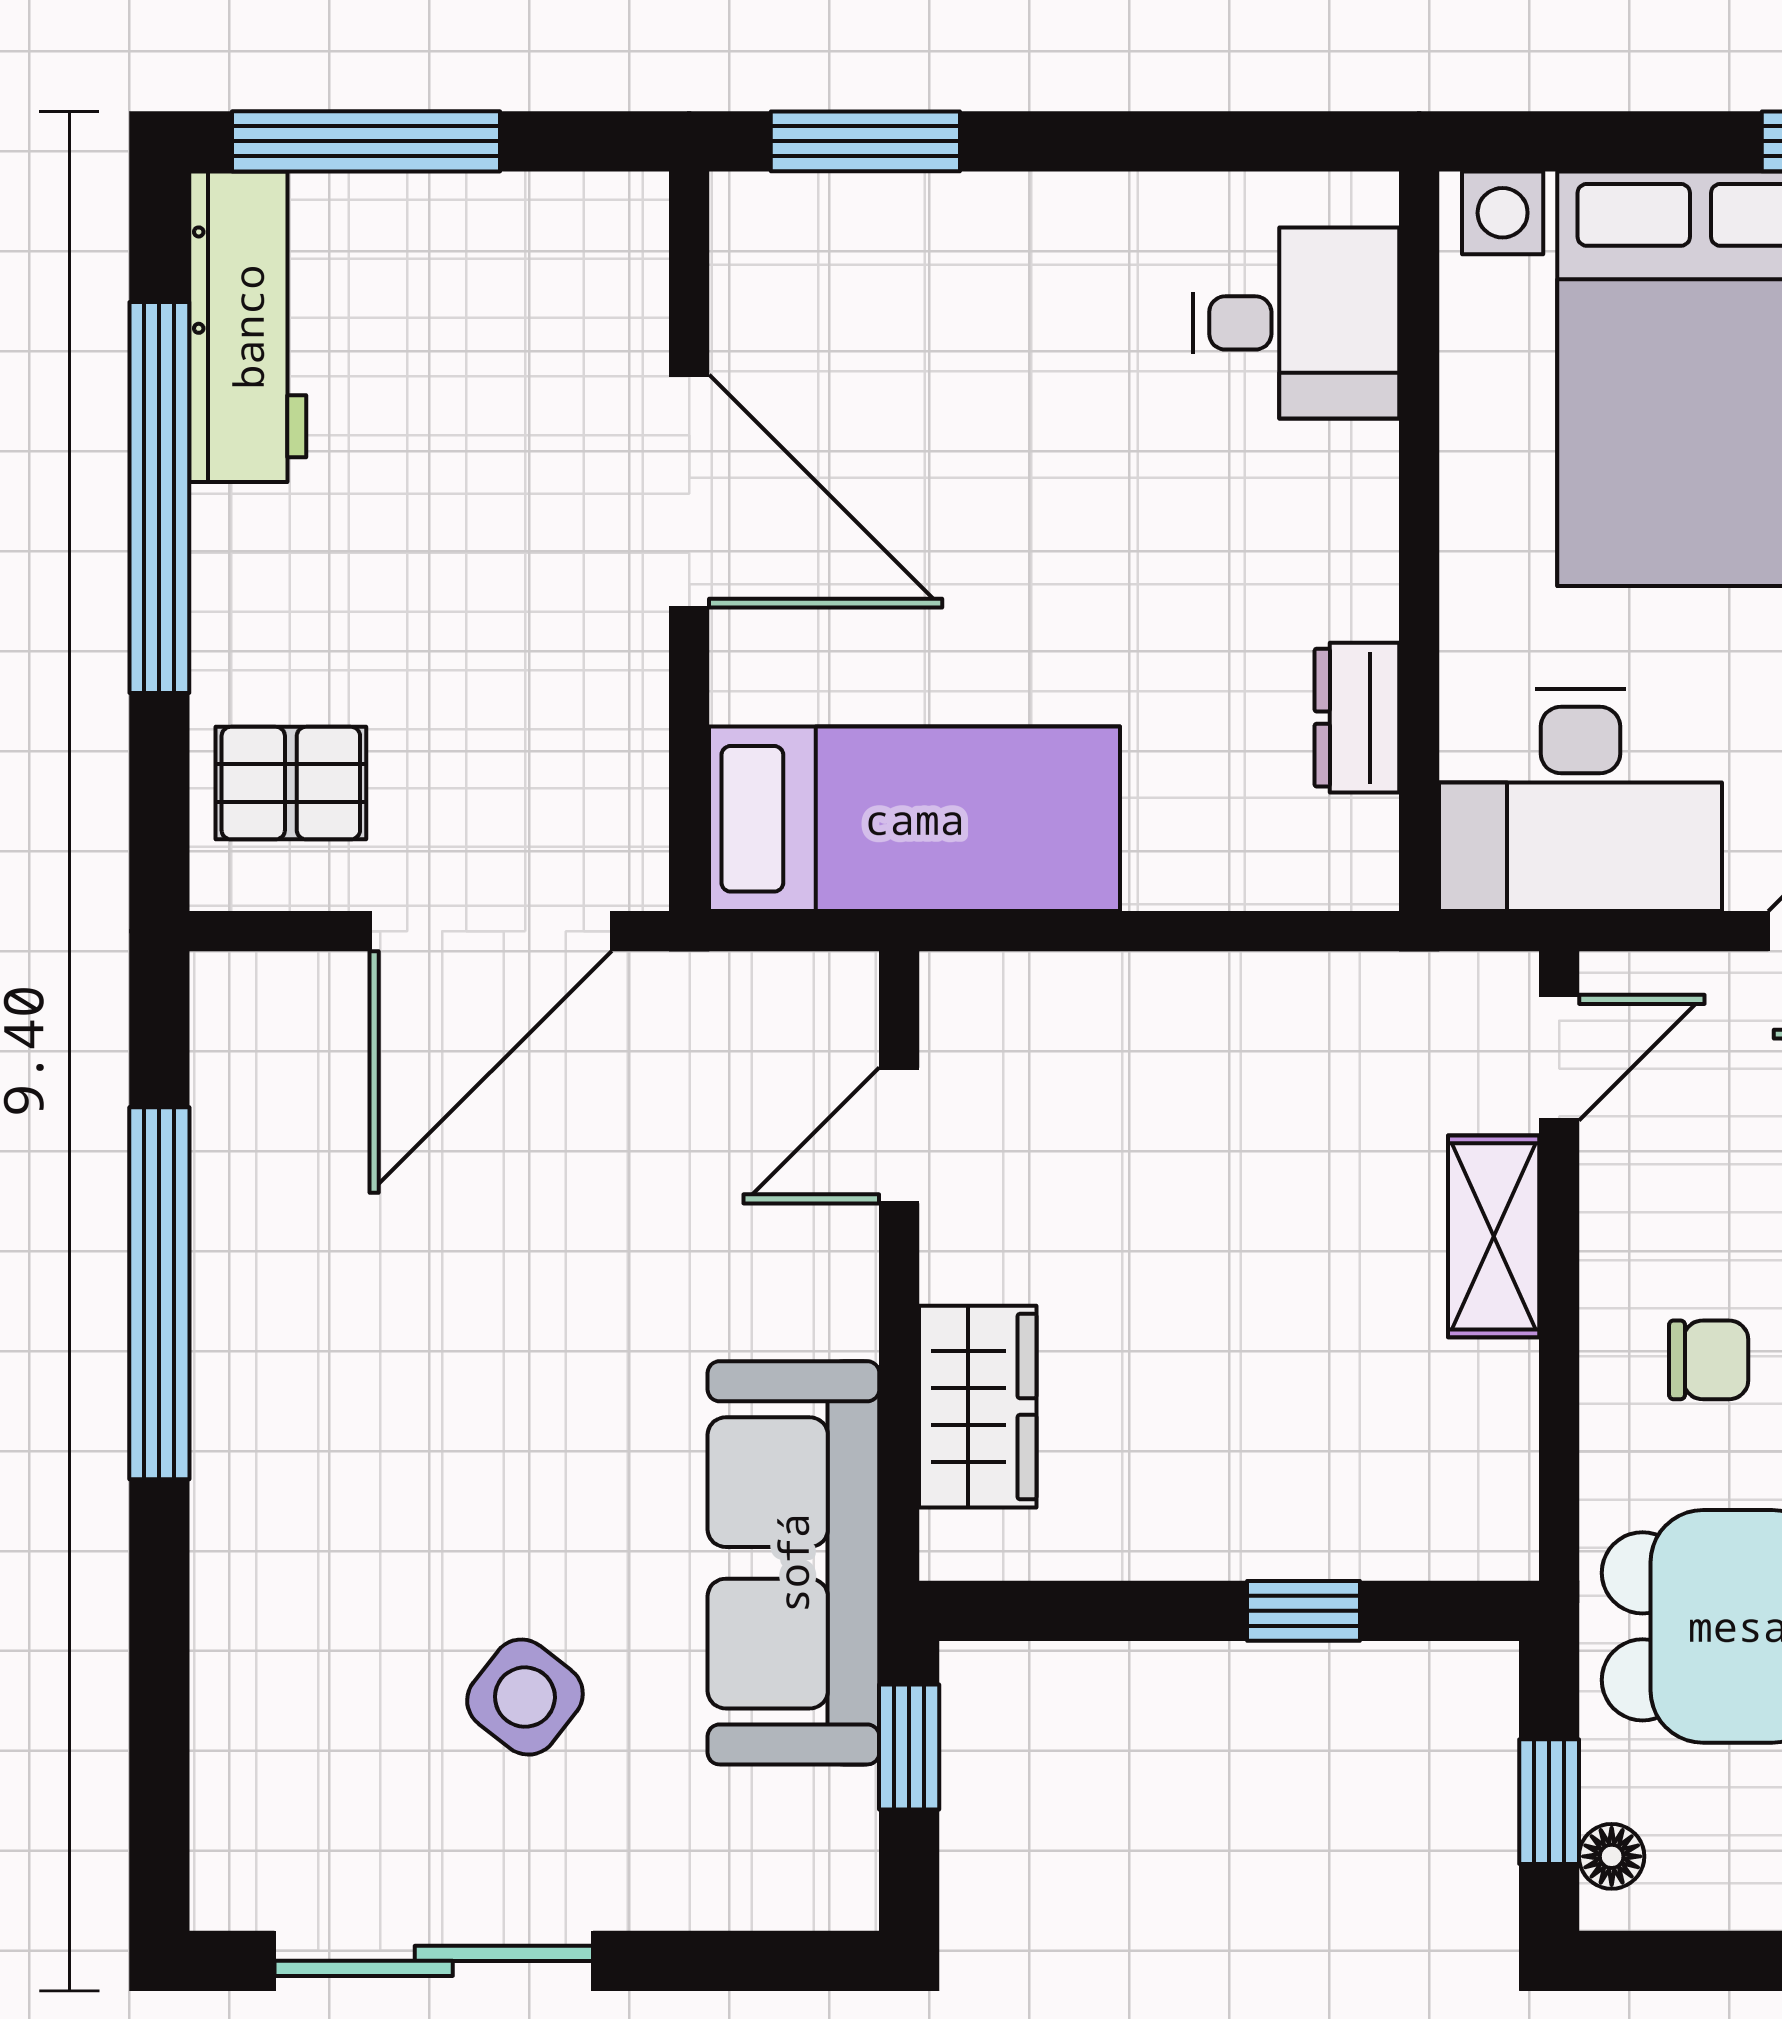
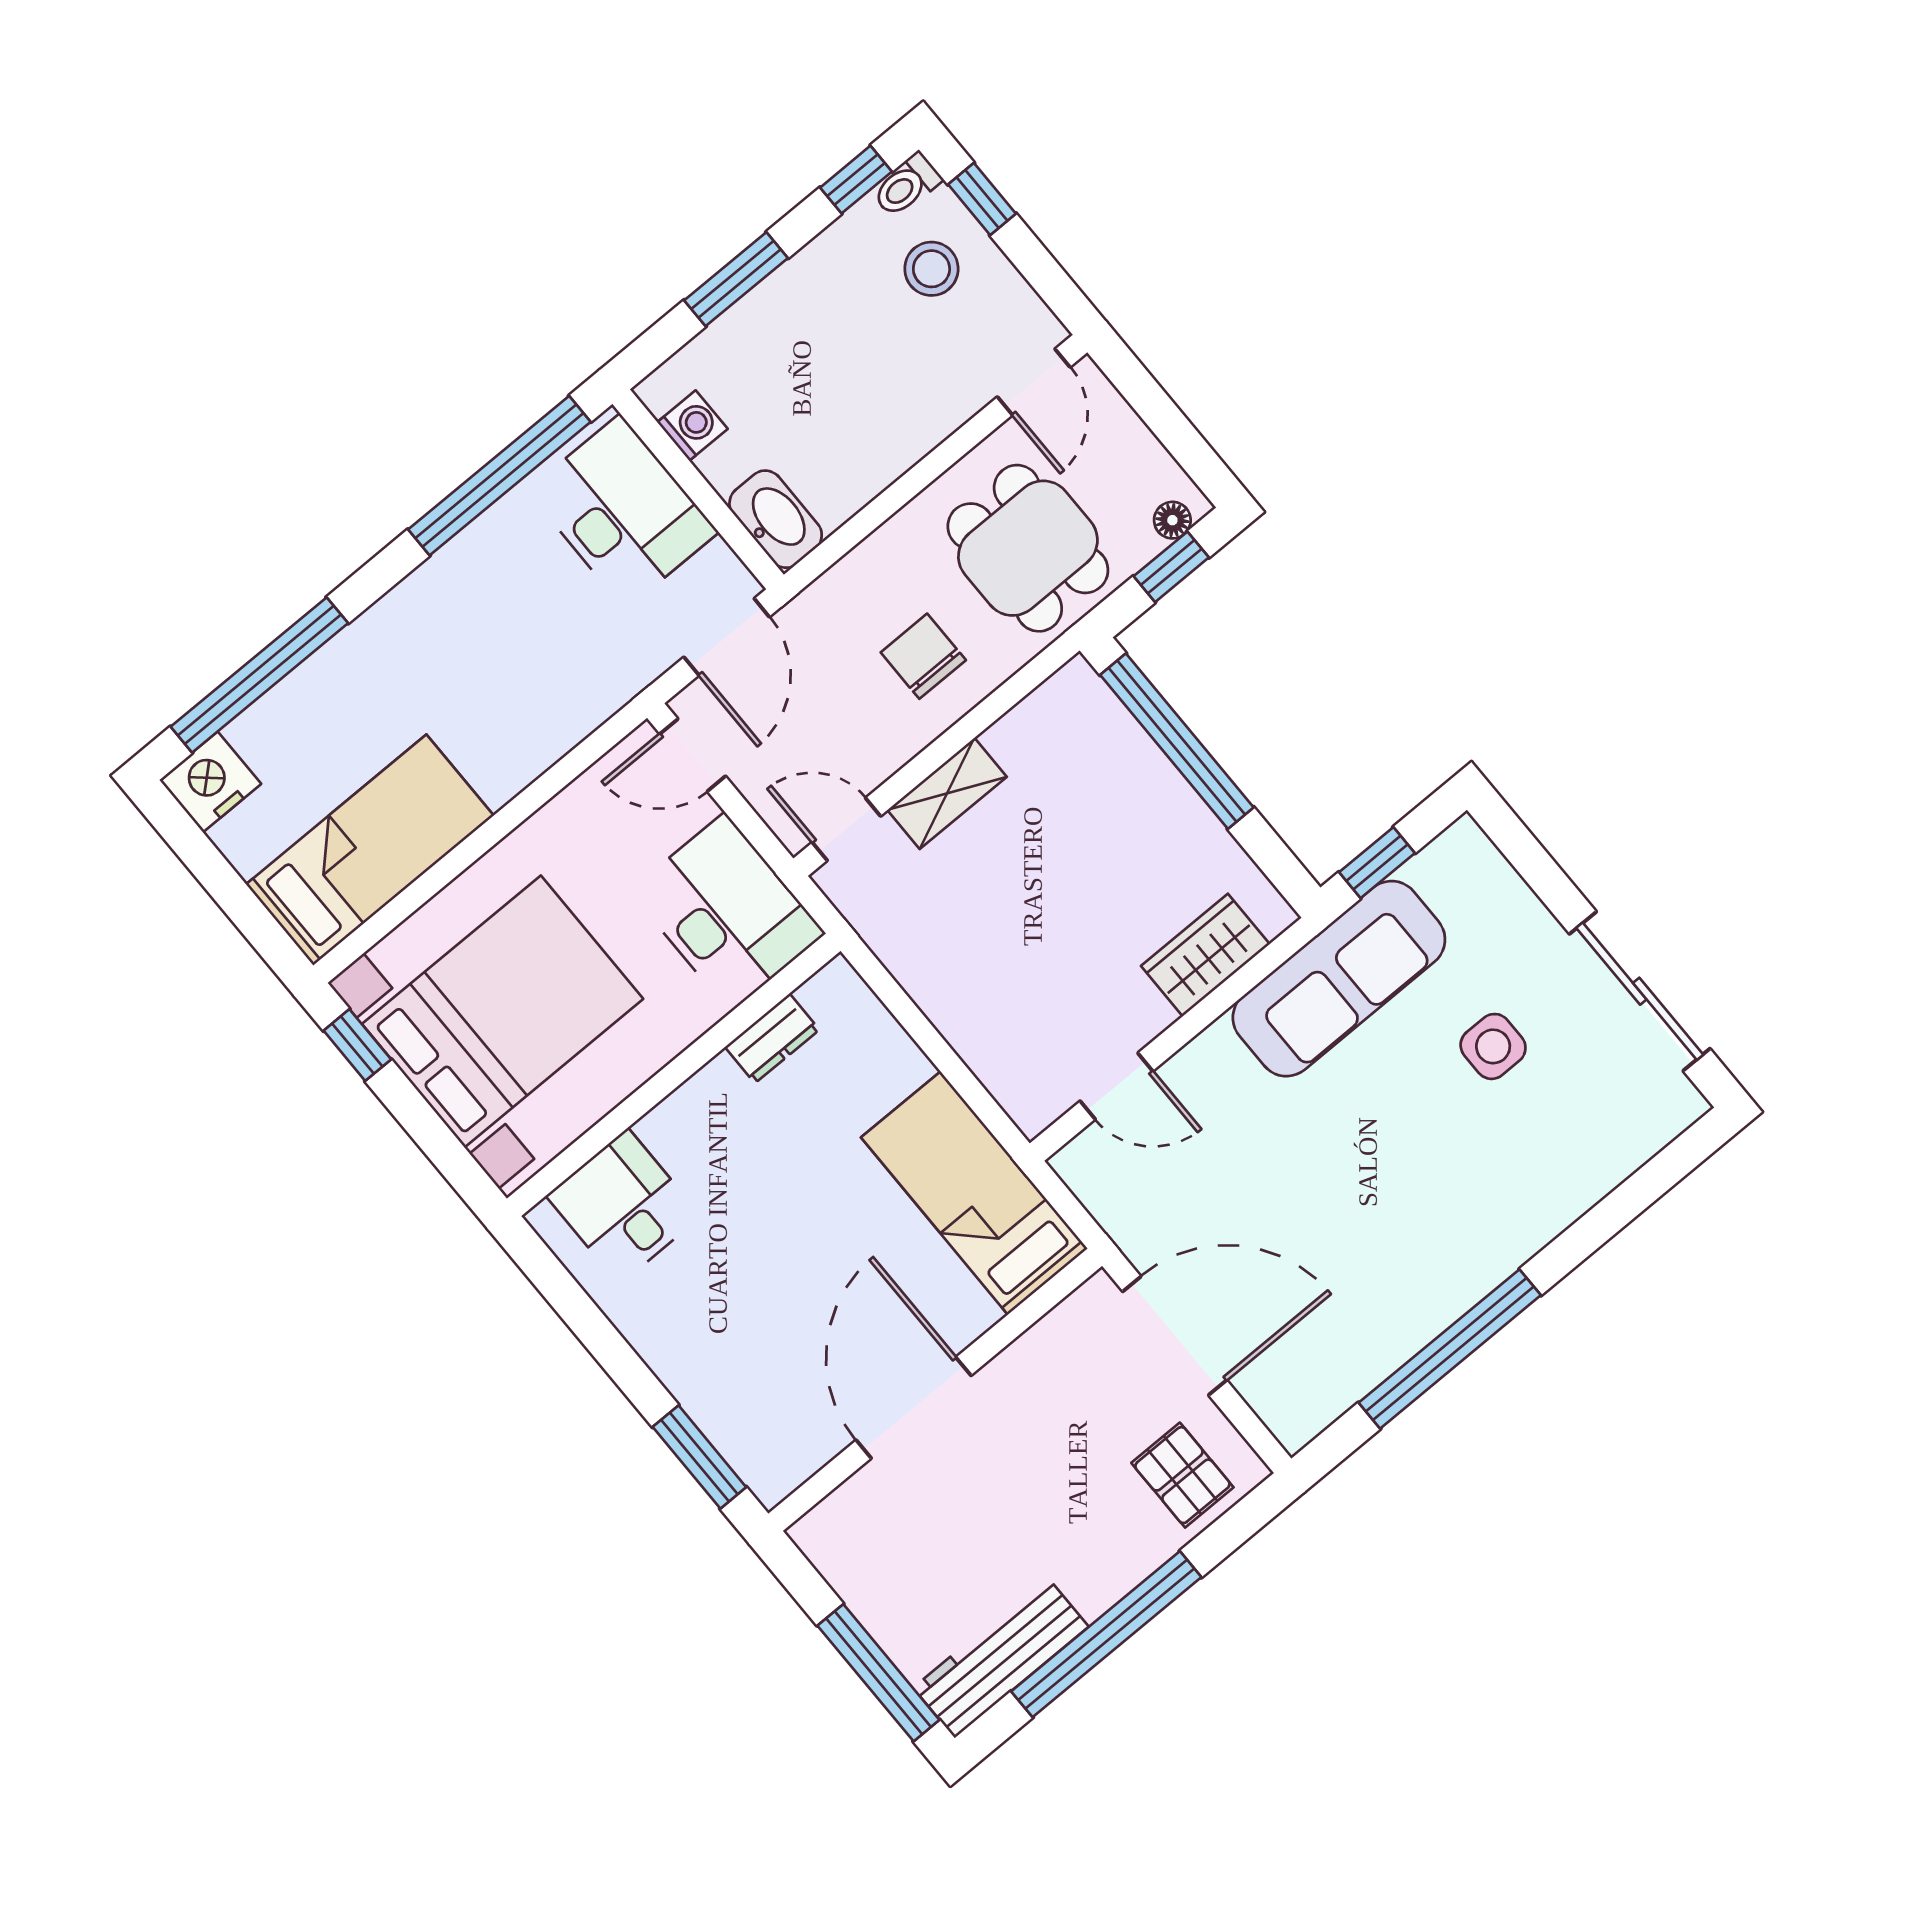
chair: (1709, 1360) -> (923, 656), width x1.37, depth x1.37
window: (1304, 1611) -> (1177, 741), width x3.17
side table: (525, 1697) -> (1493, 1046), turned -38

